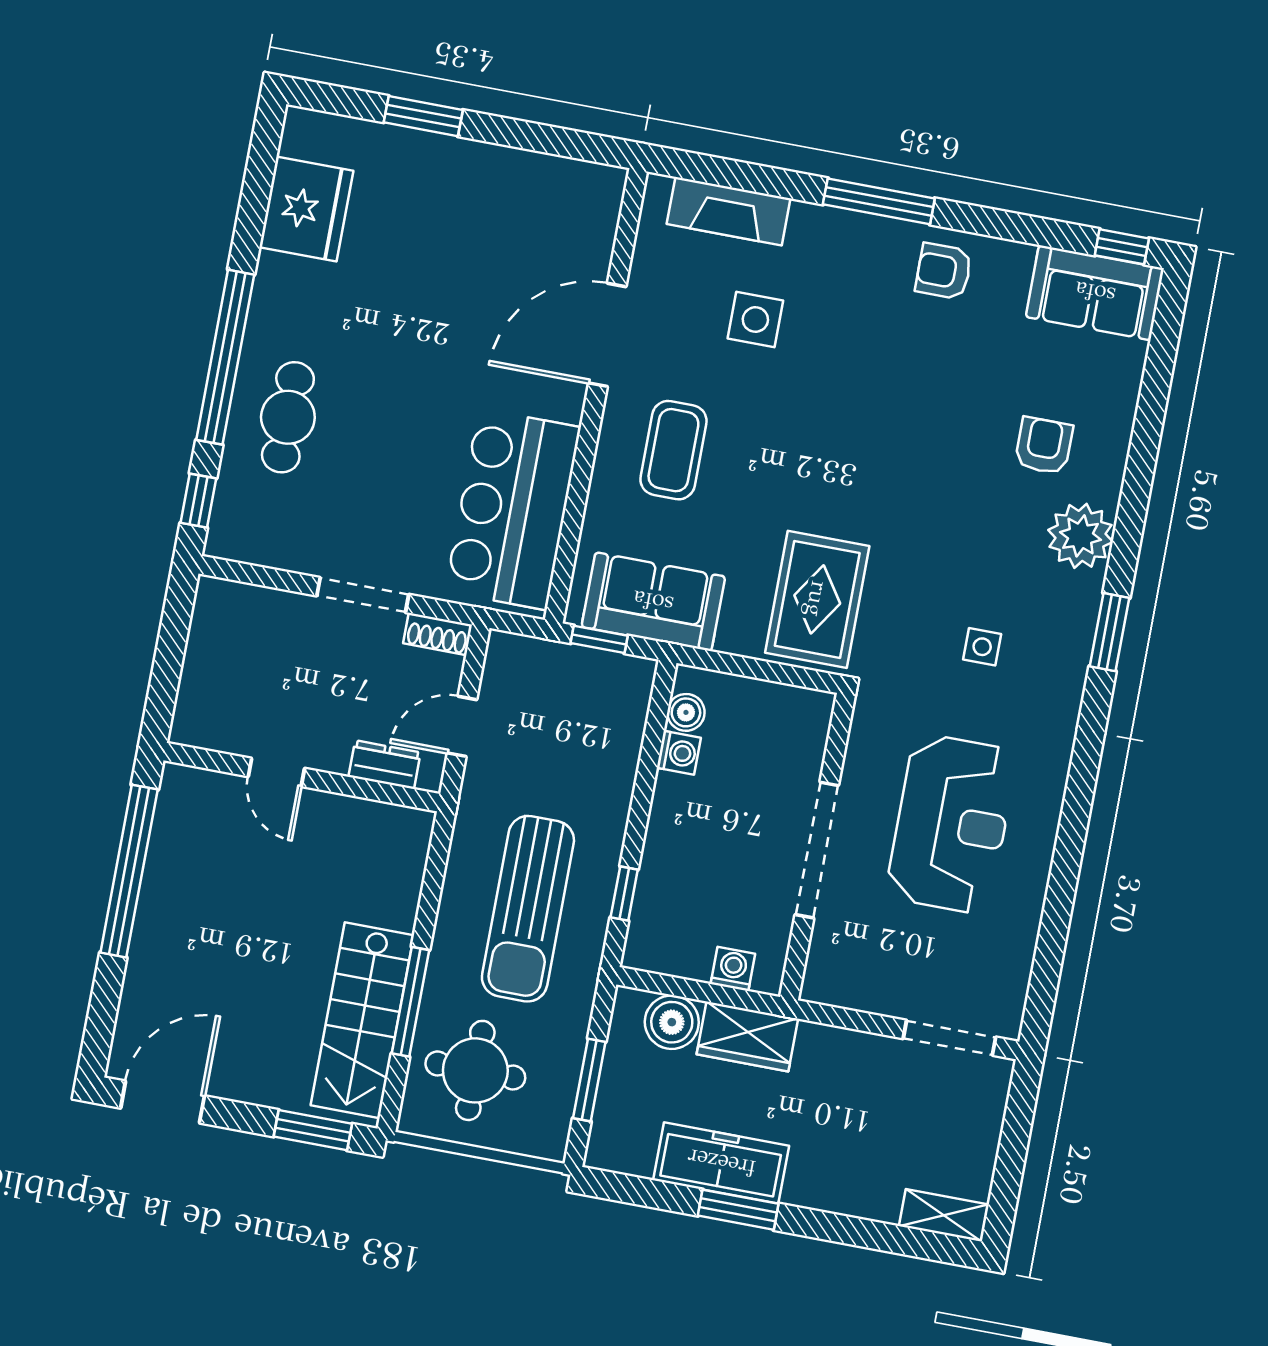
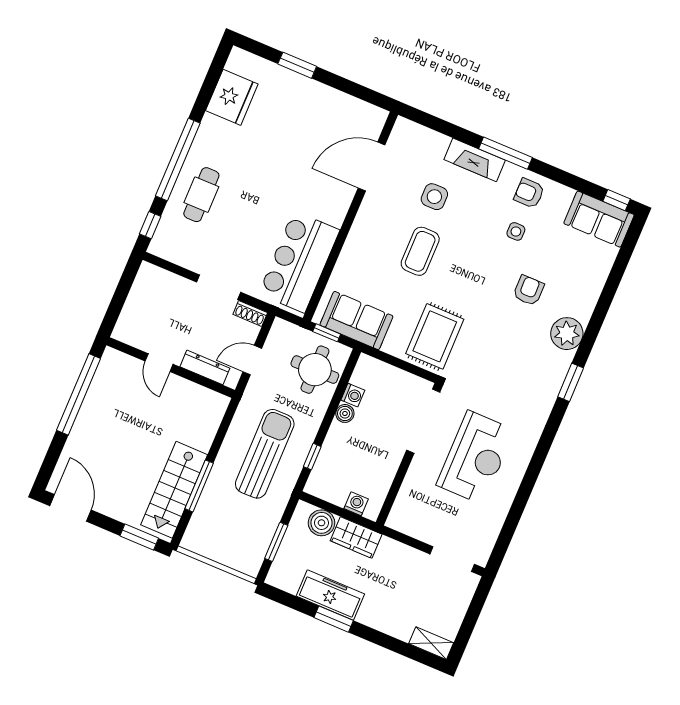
fireplace: (729, 211) -> (475, 160), moved
door: (607, 335) -> (372, 166), moved
armchair: (1044, 446) -> (529, 290), moved
coffee table: (673, 450) -> (420, 251), moved
side table: (982, 647) -> (516, 231), moved
boiler: (686, 712) -> (345, 413), moved
dresser: (385, 765) -> (205, 367), width x1.44
doorway: (817, 850) -> (423, 421), moved
sun lounger: (528, 909) -> (265, 454), turned 180
round table: (475, 1070) -> (315, 370), moved
door: (163, 1102) -> (71, 508), hinge flipped

